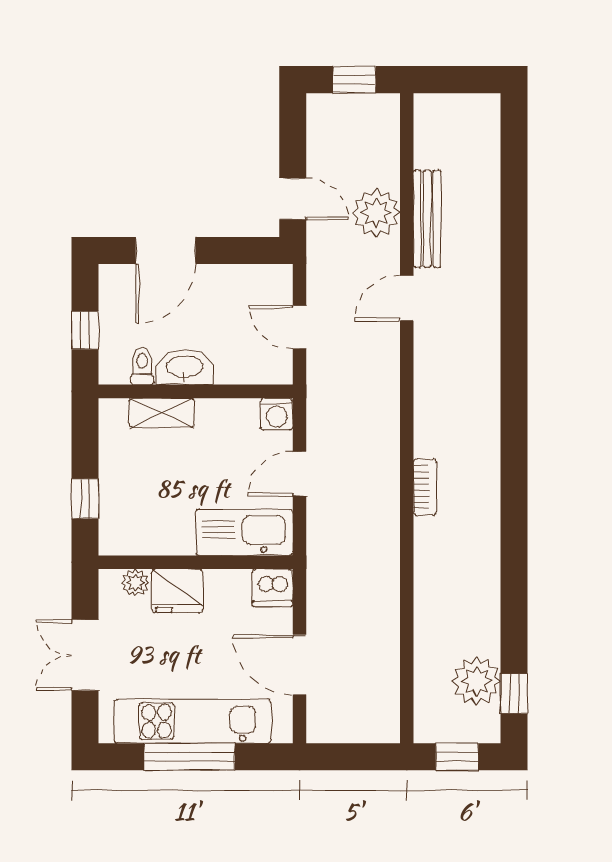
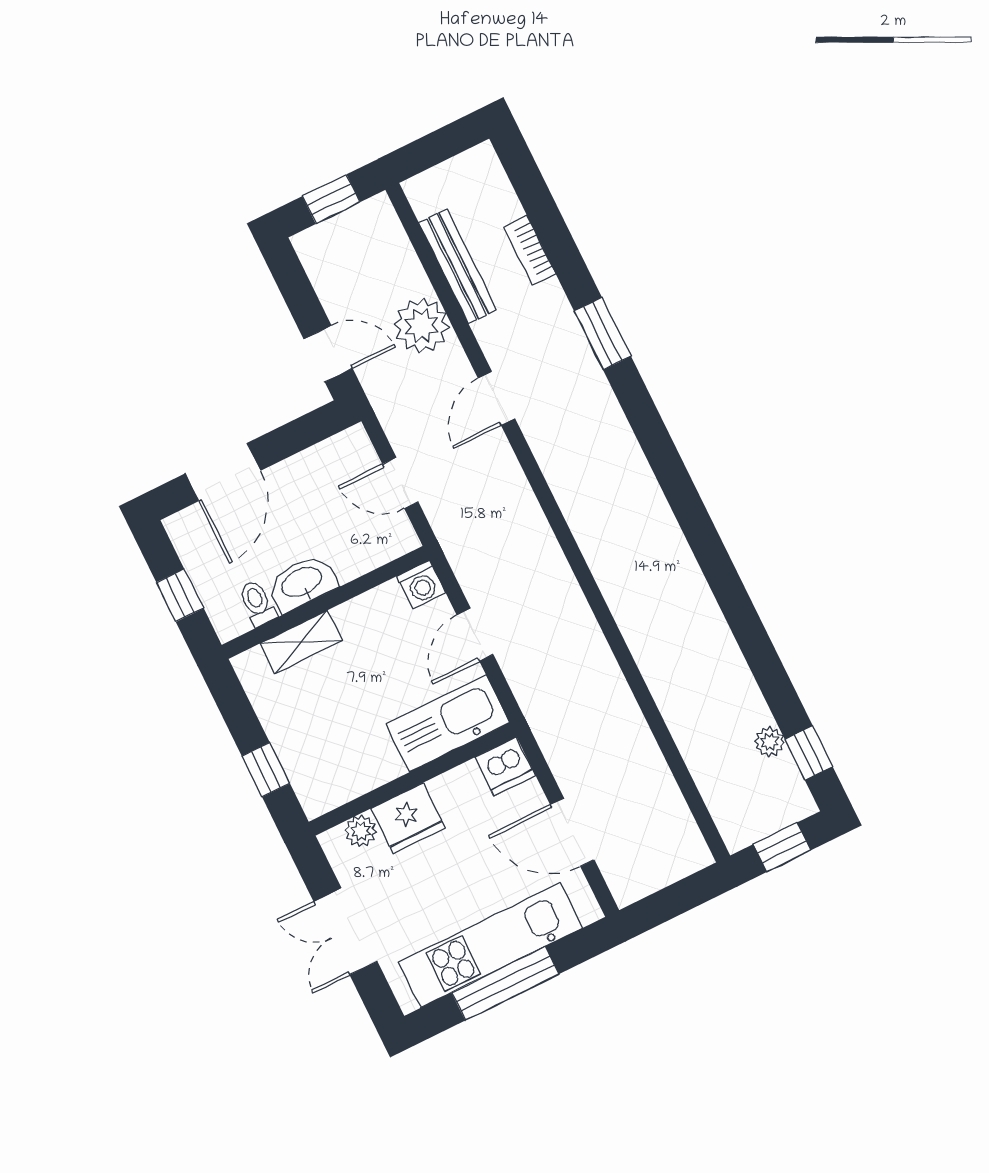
bench: (427, 219) -> (458, 266), moved
window: (514, 288) -> (602, 334), added
bookcase: (425, 487) -> (530, 250), moved, turned 180
plant: (476, 681) -> (770, 742), width x0.53, depth x0.53

